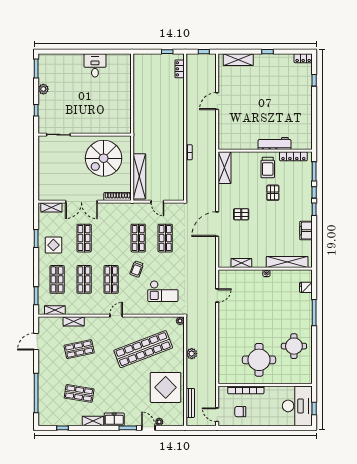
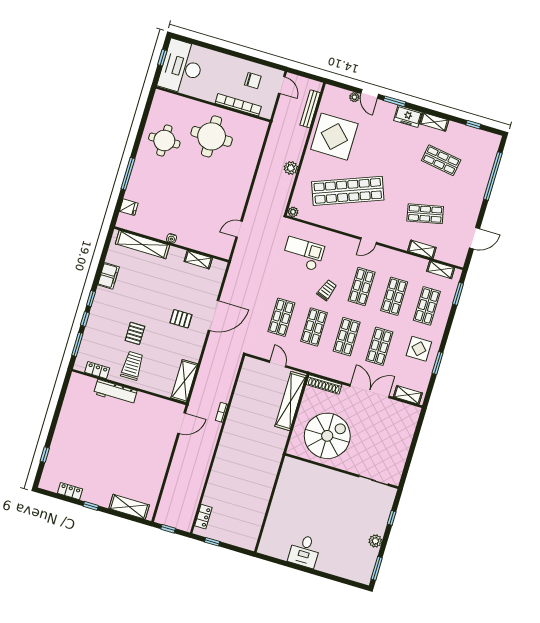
locker: (303, 58) -> (70, 491), moved
door: (217, 101) -> (182, 423), moved
locker: (293, 156) -> (97, 370), width x0.66
shop shelf: (111, 238) -> (347, 337), added

